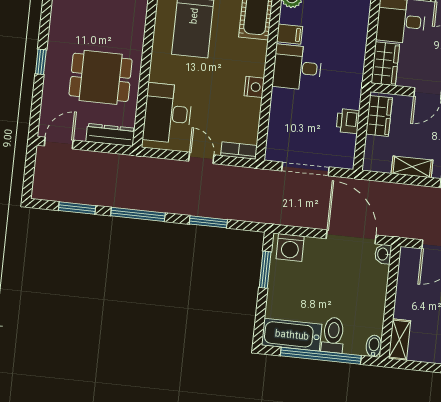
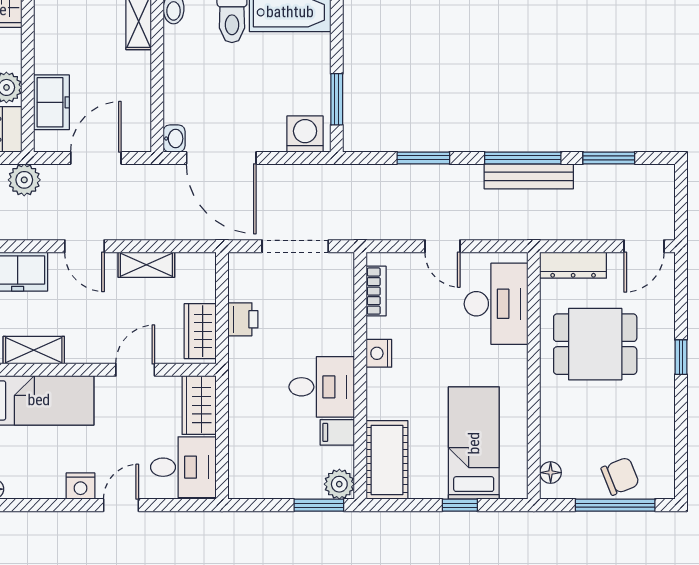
bookcase: (239, 151) -> (376, 291), moved, turned -90
bench: (135, 201) -> (529, 176), added

